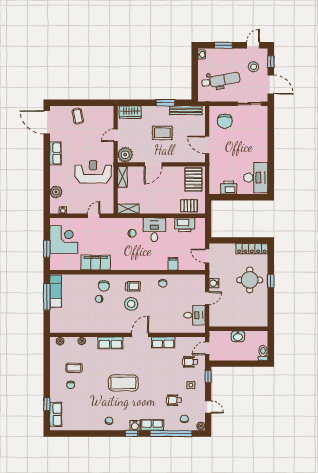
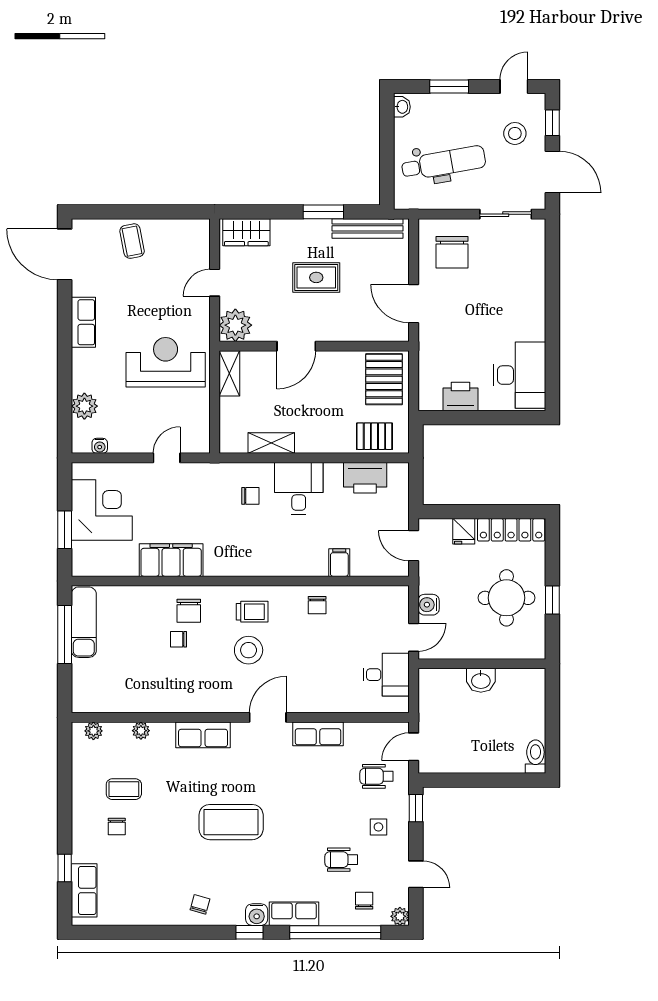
shelving: (128, 209) -> (271, 443), moved
fridge: (230, 249) -> (464, 531), added
wall: (238, 329) -> (482, 664), moved
washbasin: (238, 336) -> (481, 680), moved

